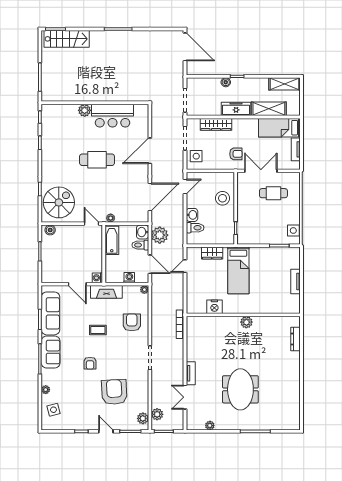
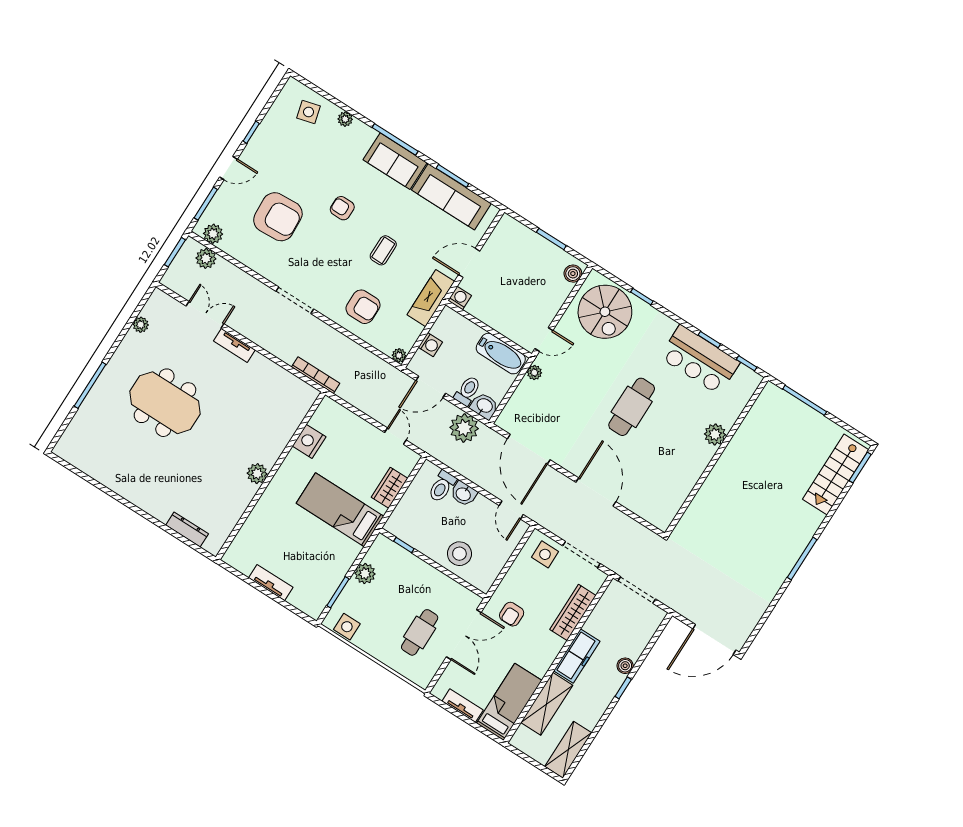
bar counter: (112, 116) -> (700, 360), moved, turned -90
plant: (262, 238) -> (365, 574), added

